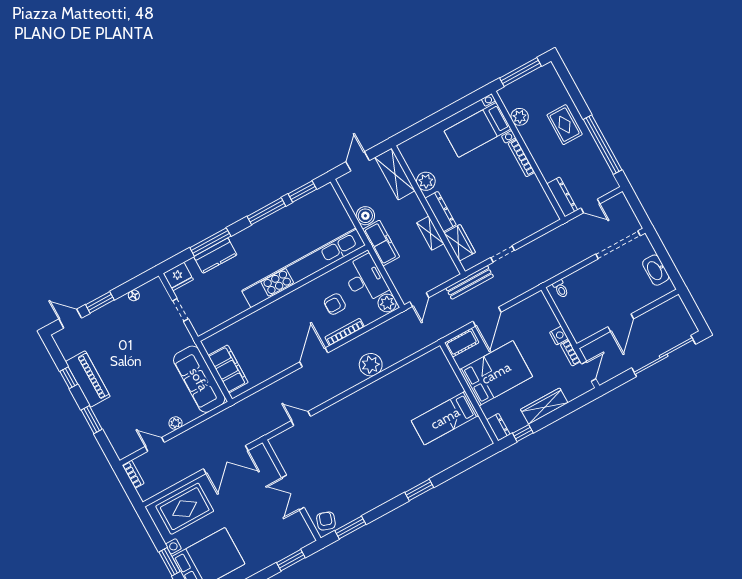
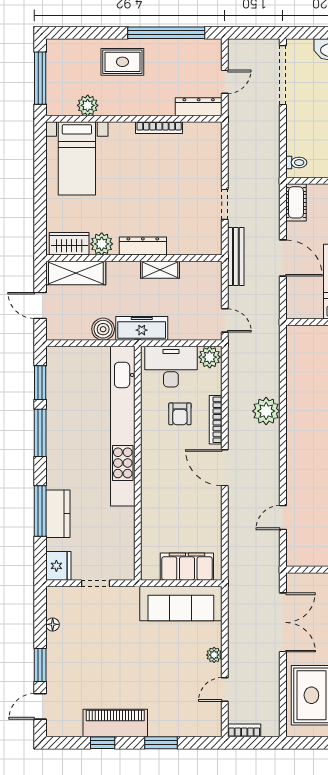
bookcase: (521, 158) -> (159, 128), moved
wardrobe: (460, 243) -> (69, 244), moved
cot: (462, 343) -> (296, 202), moved

